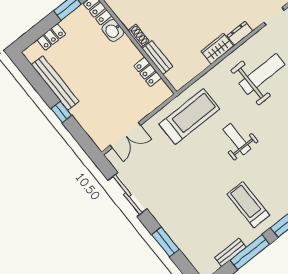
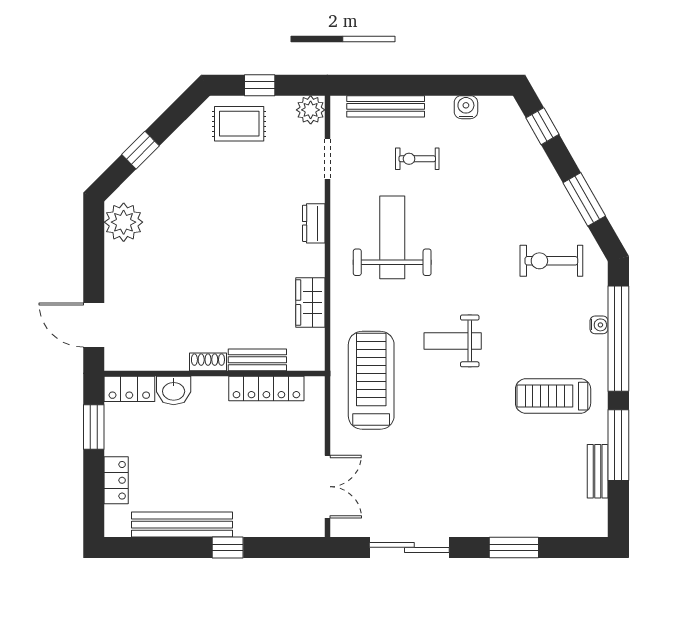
wardrobe: (217, 49) -> (310, 302), moved
locker: (148, 72) -> (266, 388), width x1.53

